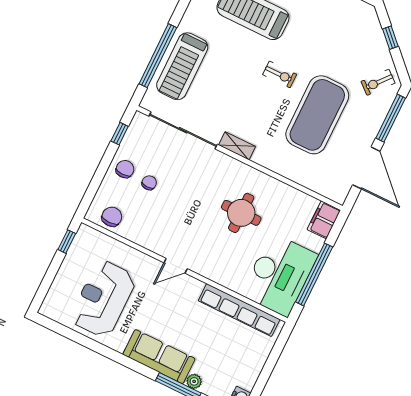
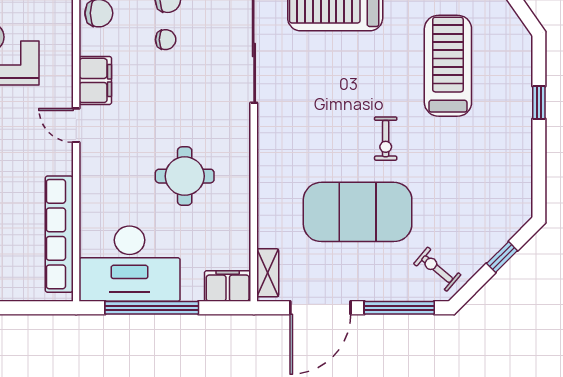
shelving: (237, 146) -> (268, 273), moved
filing cabinet: (153, 240) -> (95, 80), added

